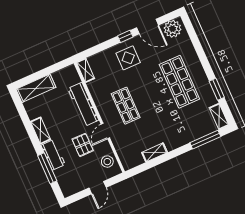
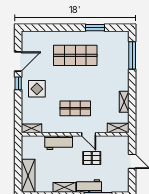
plant: (173, 29) -> (29, 42), removed
workbench: (83, 104) -> (59, 143), width x0.73
shelving: (219, 116) -> (118, 128), moved
stool: (107, 162) -> (114, 144), removed

